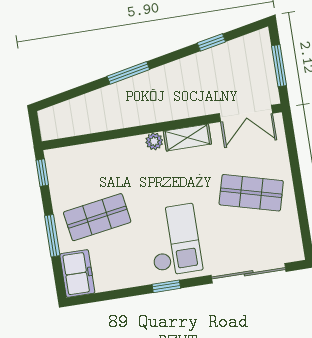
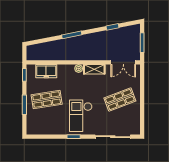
shop shelf: (251, 193) -> (120, 100), turned -36
checkout: (174, 240) -> (81, 116), turned 180
freezer: (77, 273) -> (46, 71), moved, turned 90

